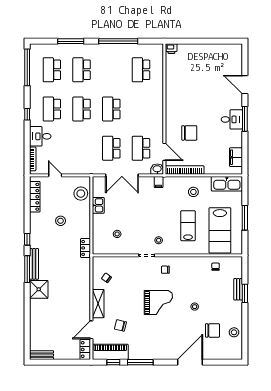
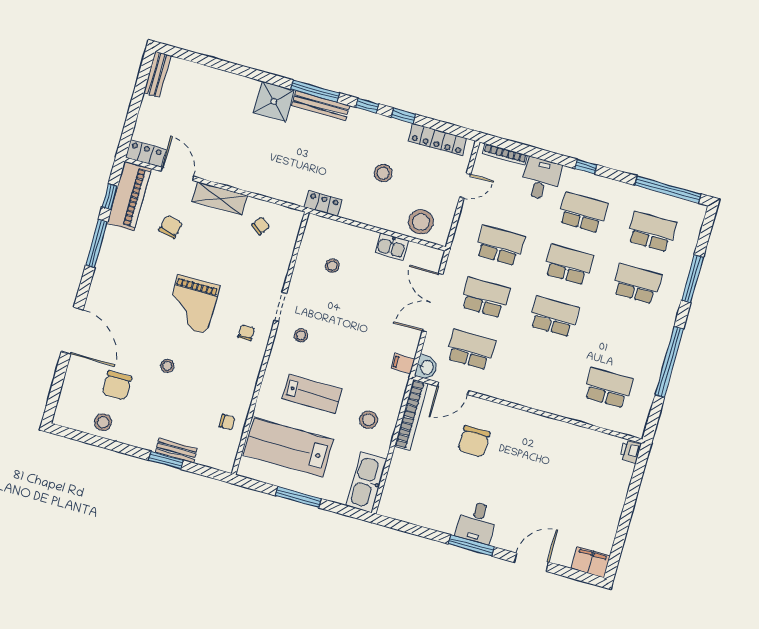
school desk: (82, 148) -> (500, 245), added
filing cabinet: (236, 157) -> (591, 562), moved
window: (27, 219) -> (403, 116), added

